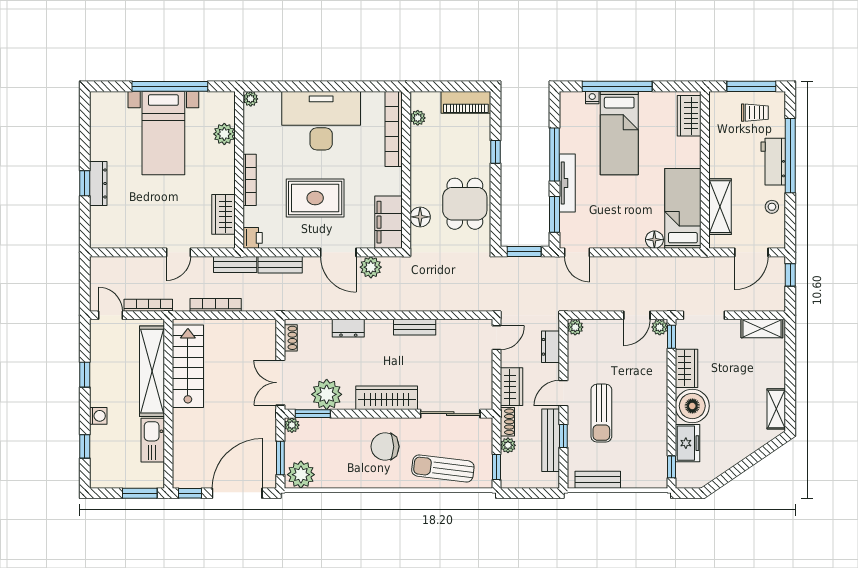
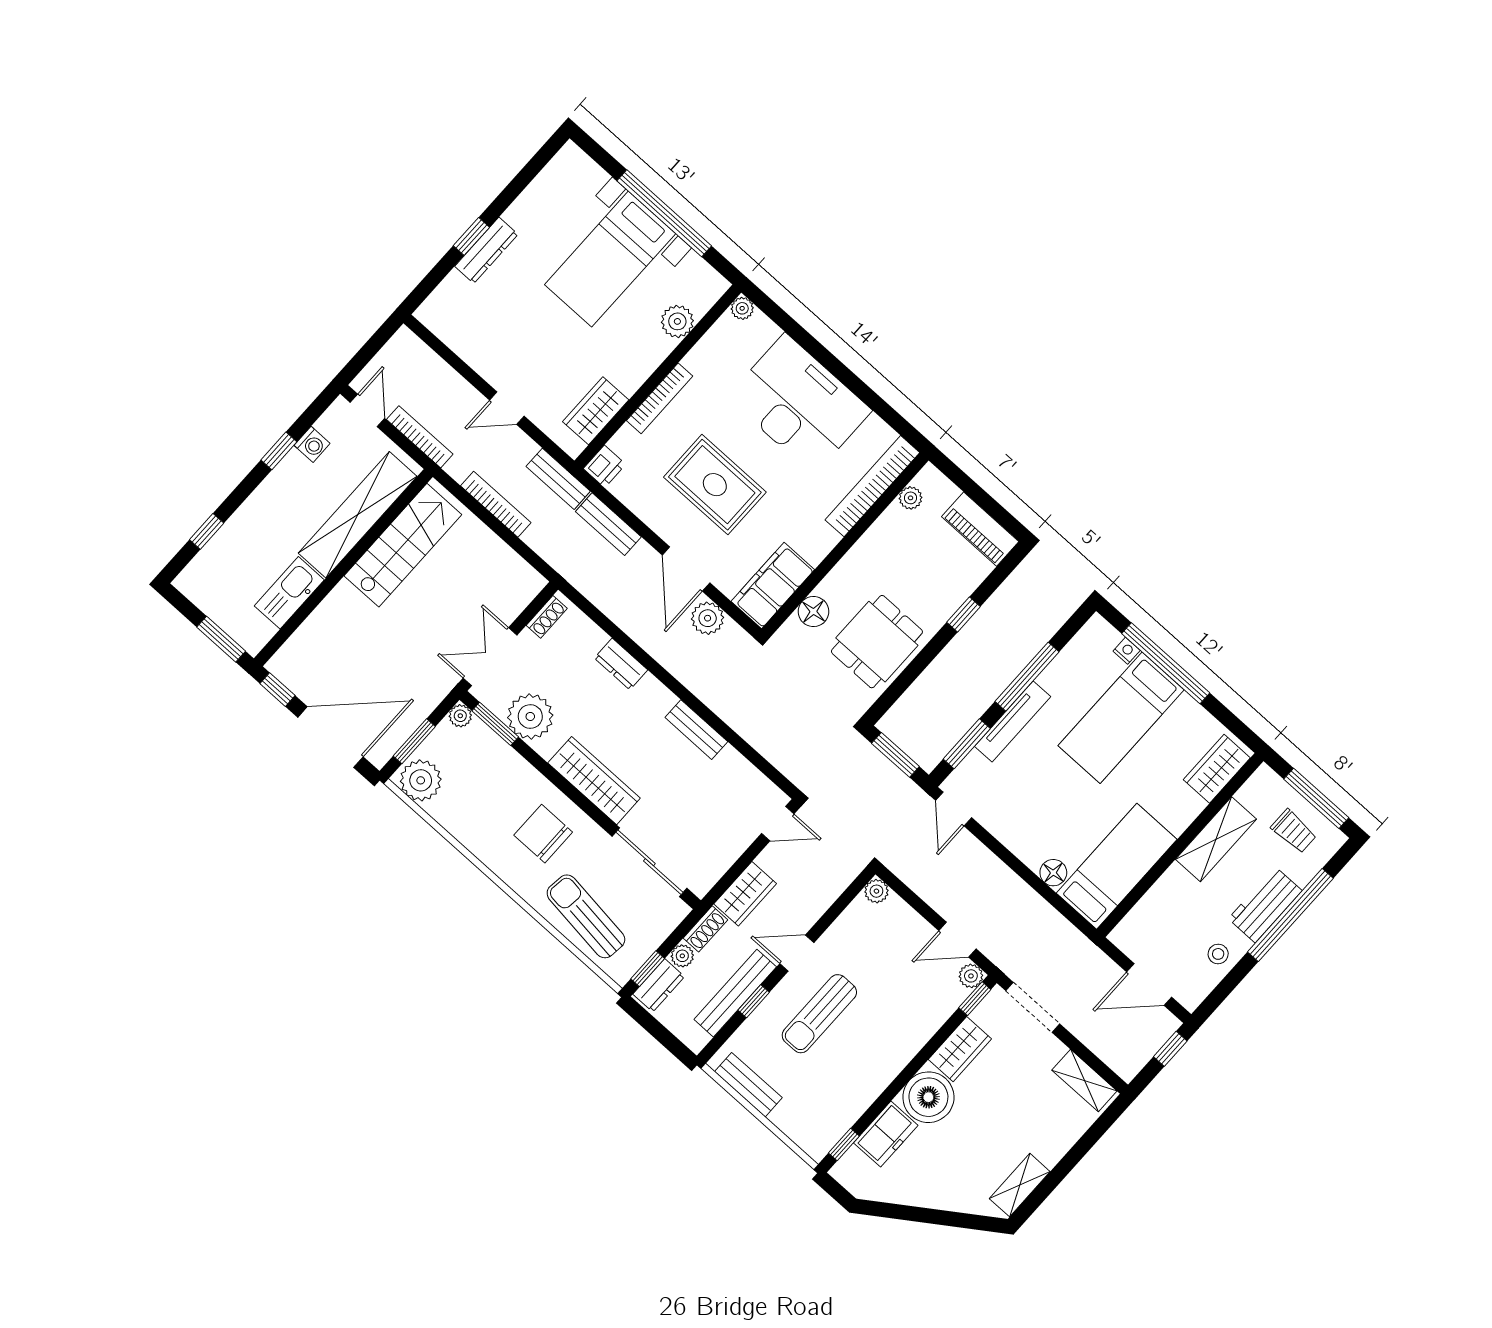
shelving: (720, 207) -> (1216, 839), moved
dresser: (550, 347) -> (659, 985), moved, turned 180
washing machine: (98, 416) -> (312, 444), moved

